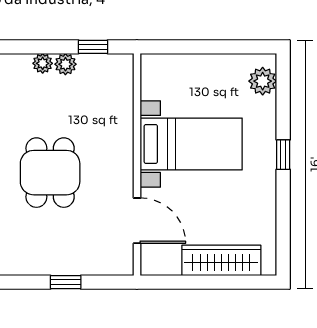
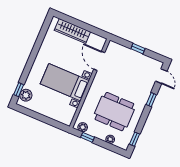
plant: (65, 64) -> (83, 127), moved
window: (283, 155) -> (19, 90), moved
dining table: (50, 173) -> (114, 112), moved, width x1.38

